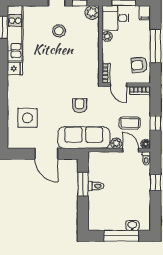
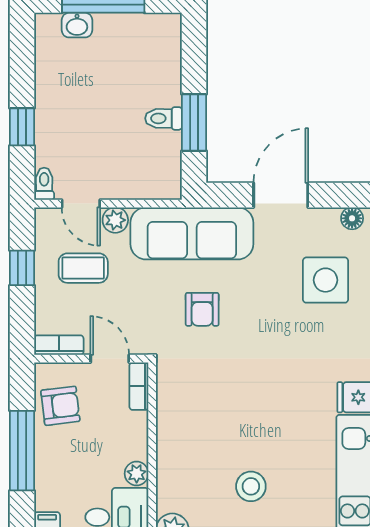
floor lamp: (146, 144) -> (352, 218), moved
door: (46, 154) -> (281, 195), hinge flipped

